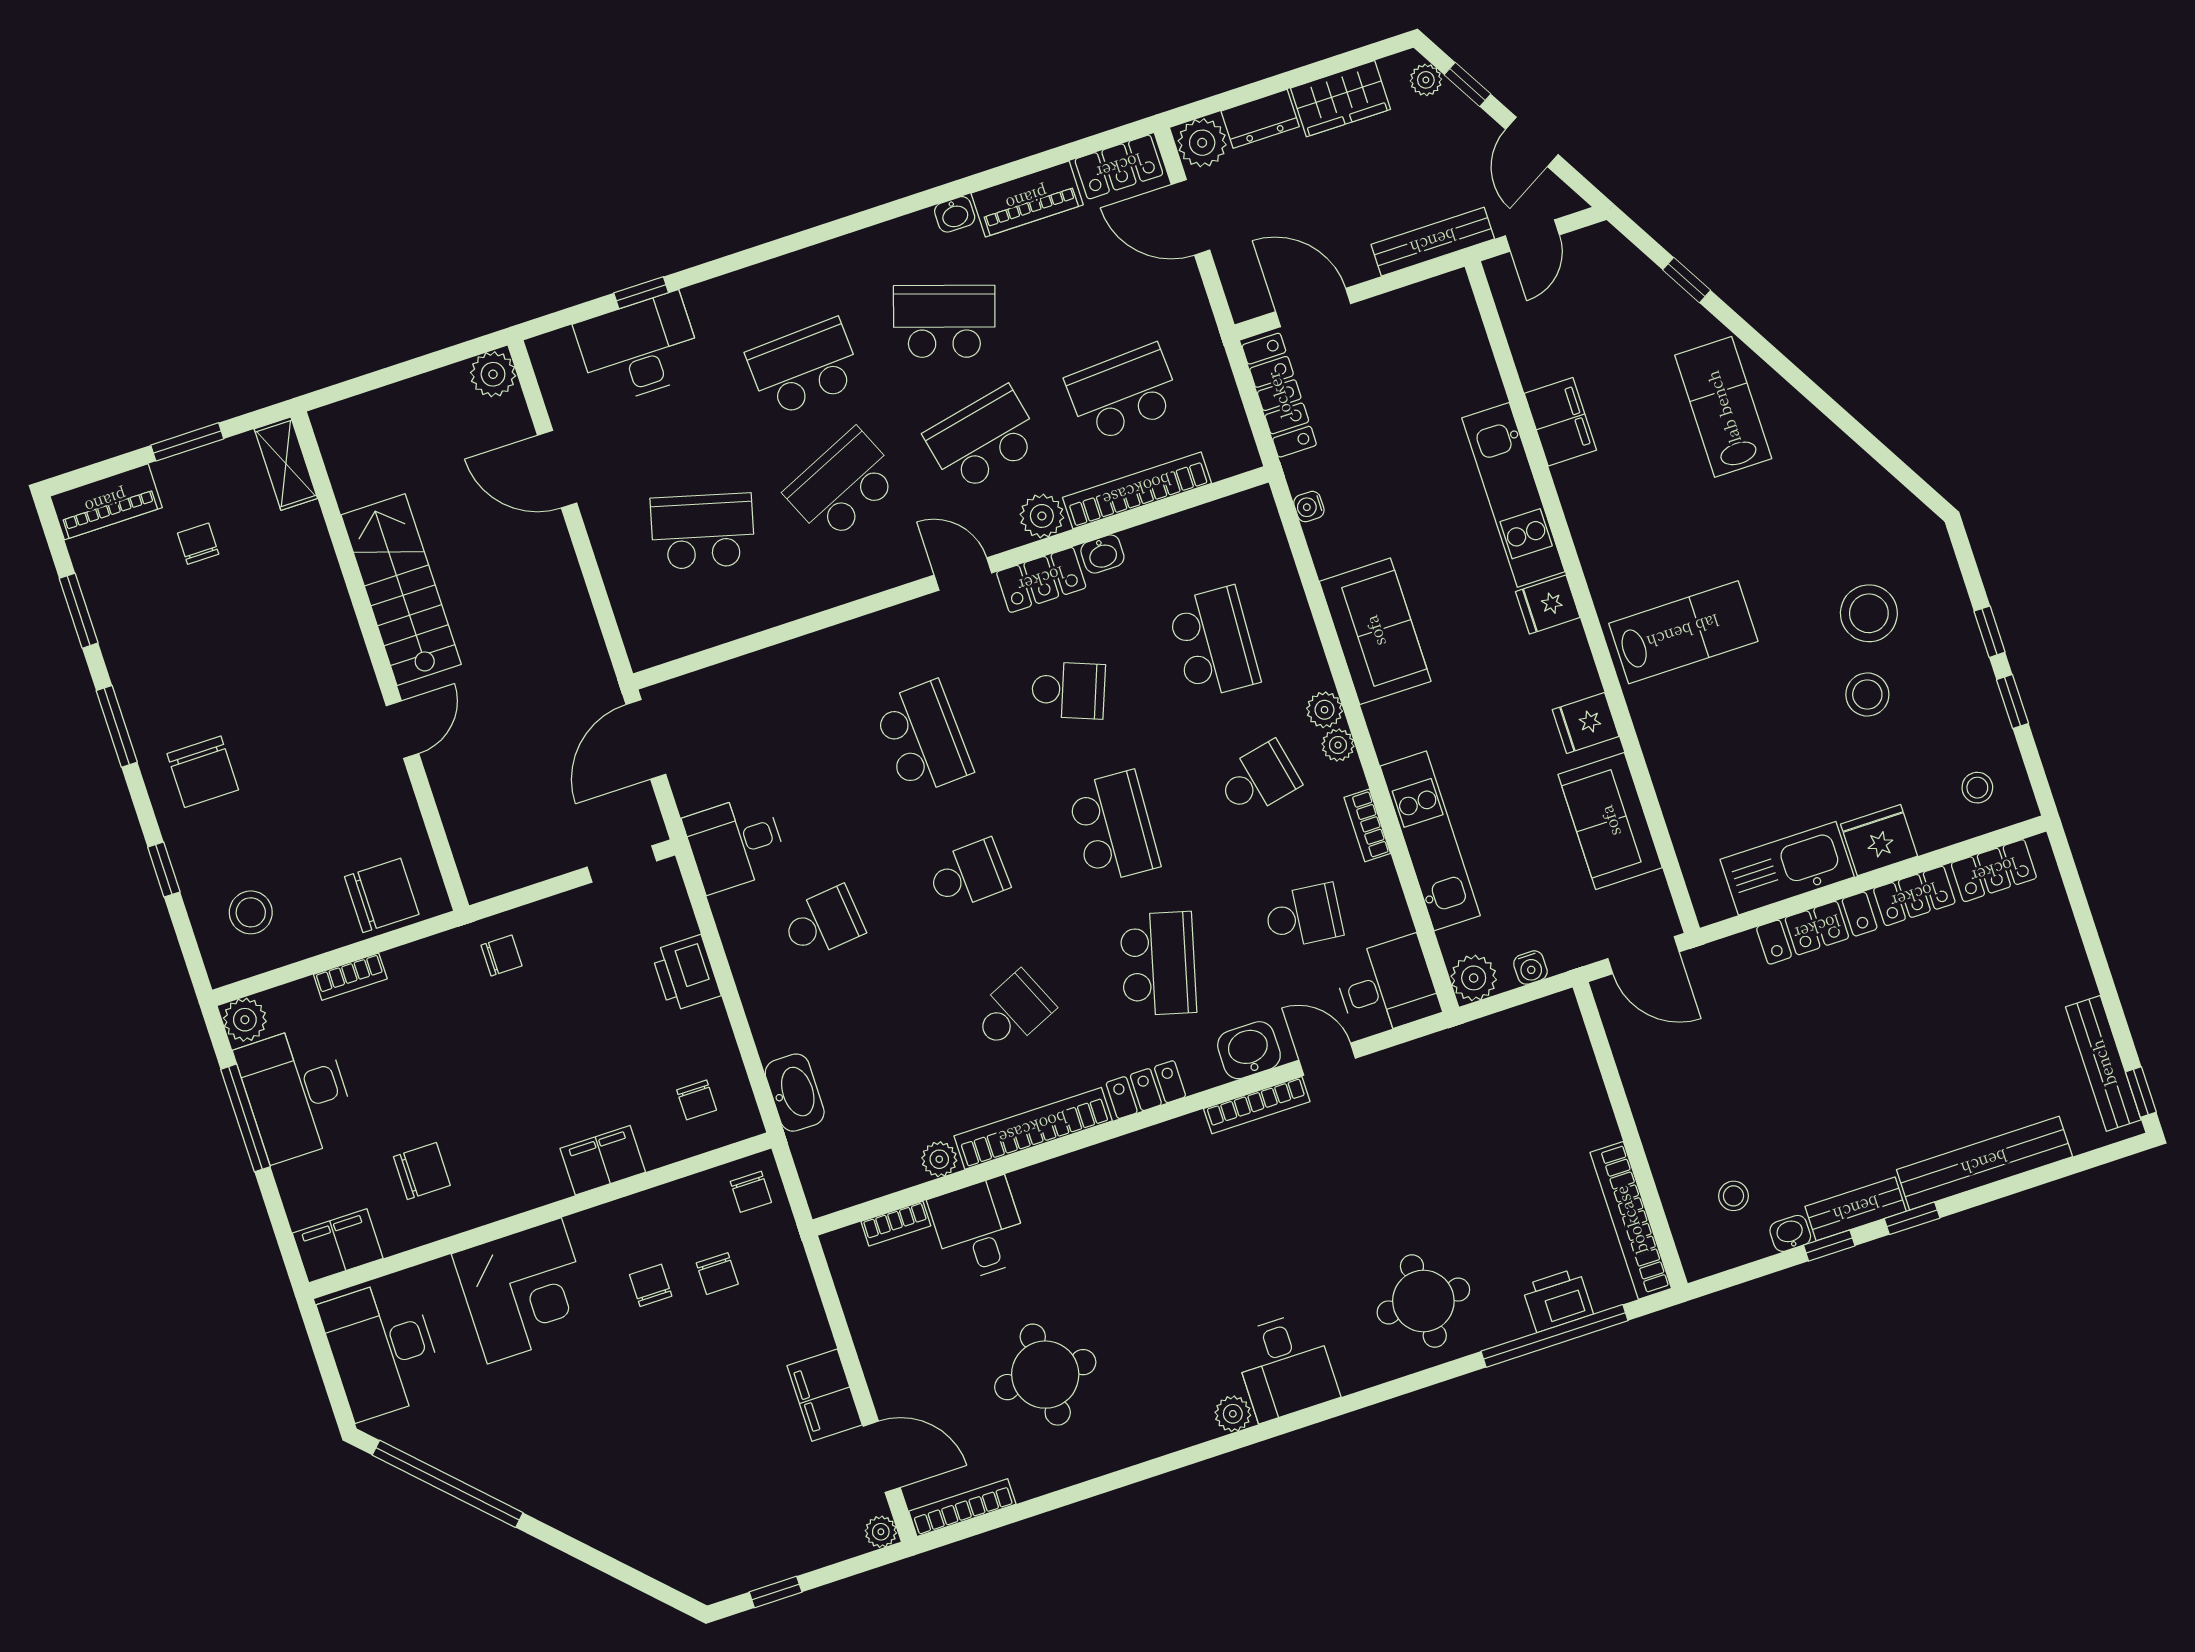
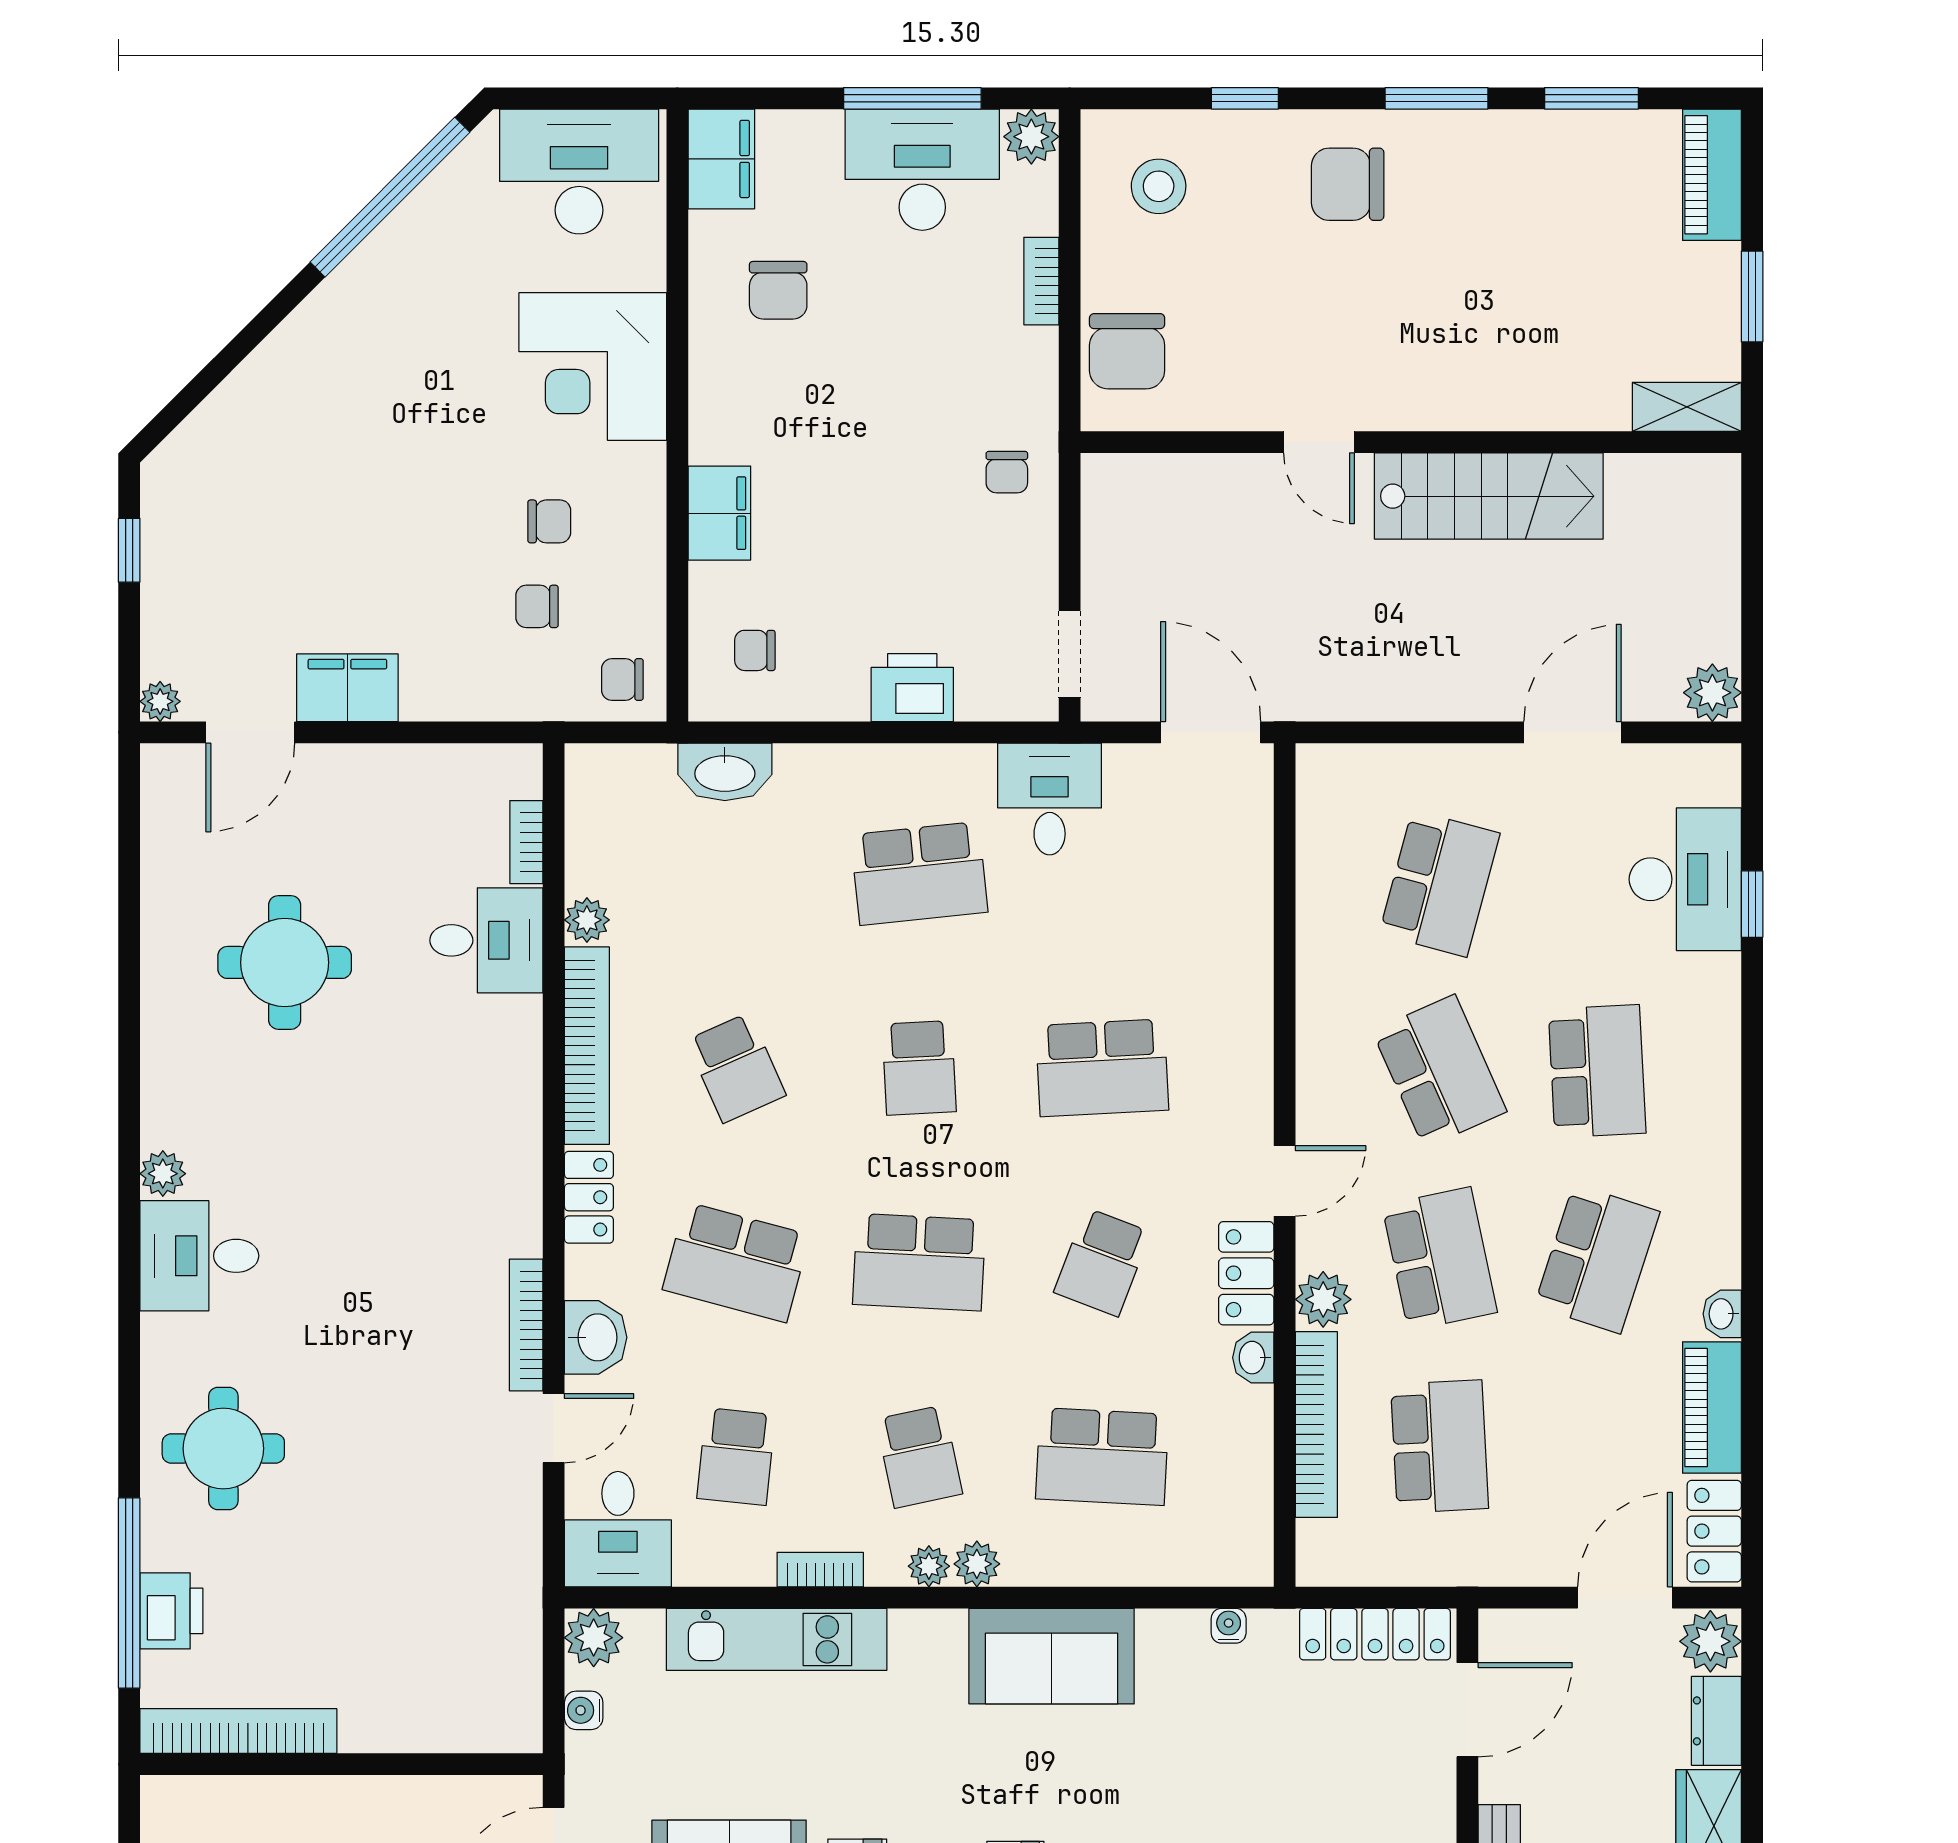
chair: (198, 544) -> (1625, 269), removed
school desk: (823, 922) -> (919, 873), width x1.85
bookcase: (962, 1508) -> (157, 809), removed

